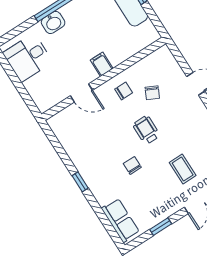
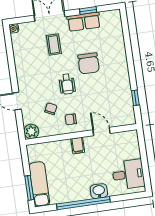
plant: (163, 56) -> (31, 131), added
chair: (132, 165) -> (89, 63), width x1.87, depth x1.87
window: (80, 182) -> (135, 98), moved
row of seats: (120, 220) -> (84, 22), moved, turned -90

